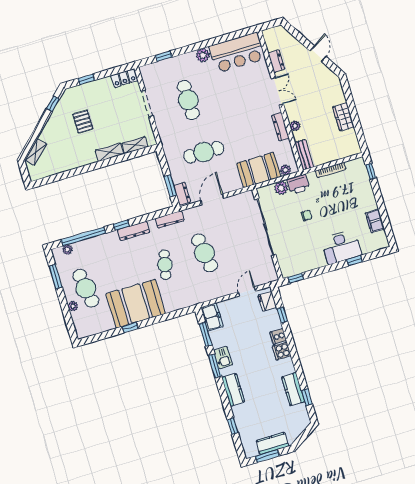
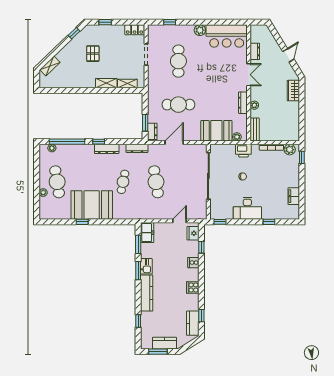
wardrobe: (343, 117) -> (293, 91), moved
plant: (281, 188) -> (290, 150), moved
desk: (341, 247) -> (247, 208), moved
window: (56, 277) -> (37, 166), removed
cooker: (282, 351) -> (193, 287), moved
kitchen counter: (293, 389) -> (193, 323), moved
kitchen counter: (233, 390) -> (147, 293), width x1.50

